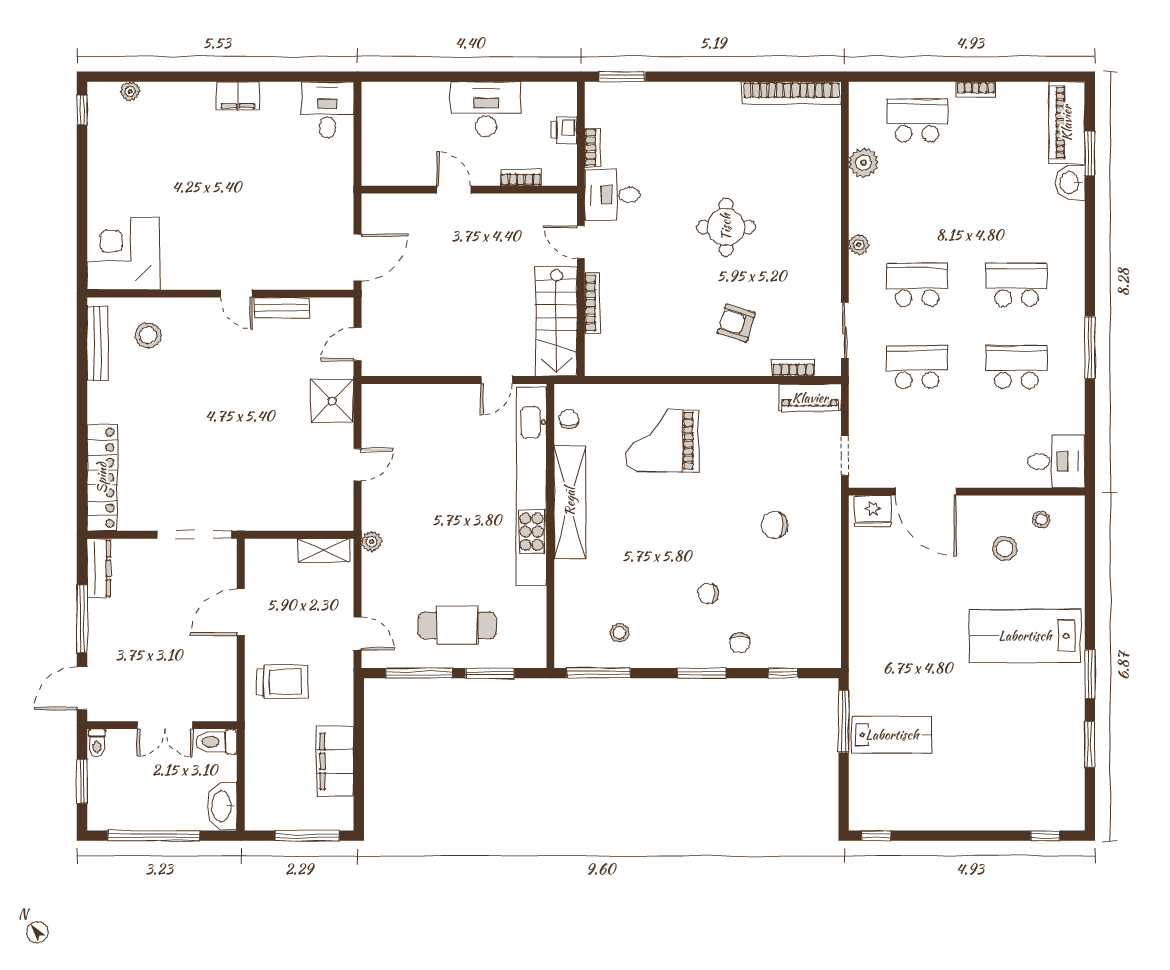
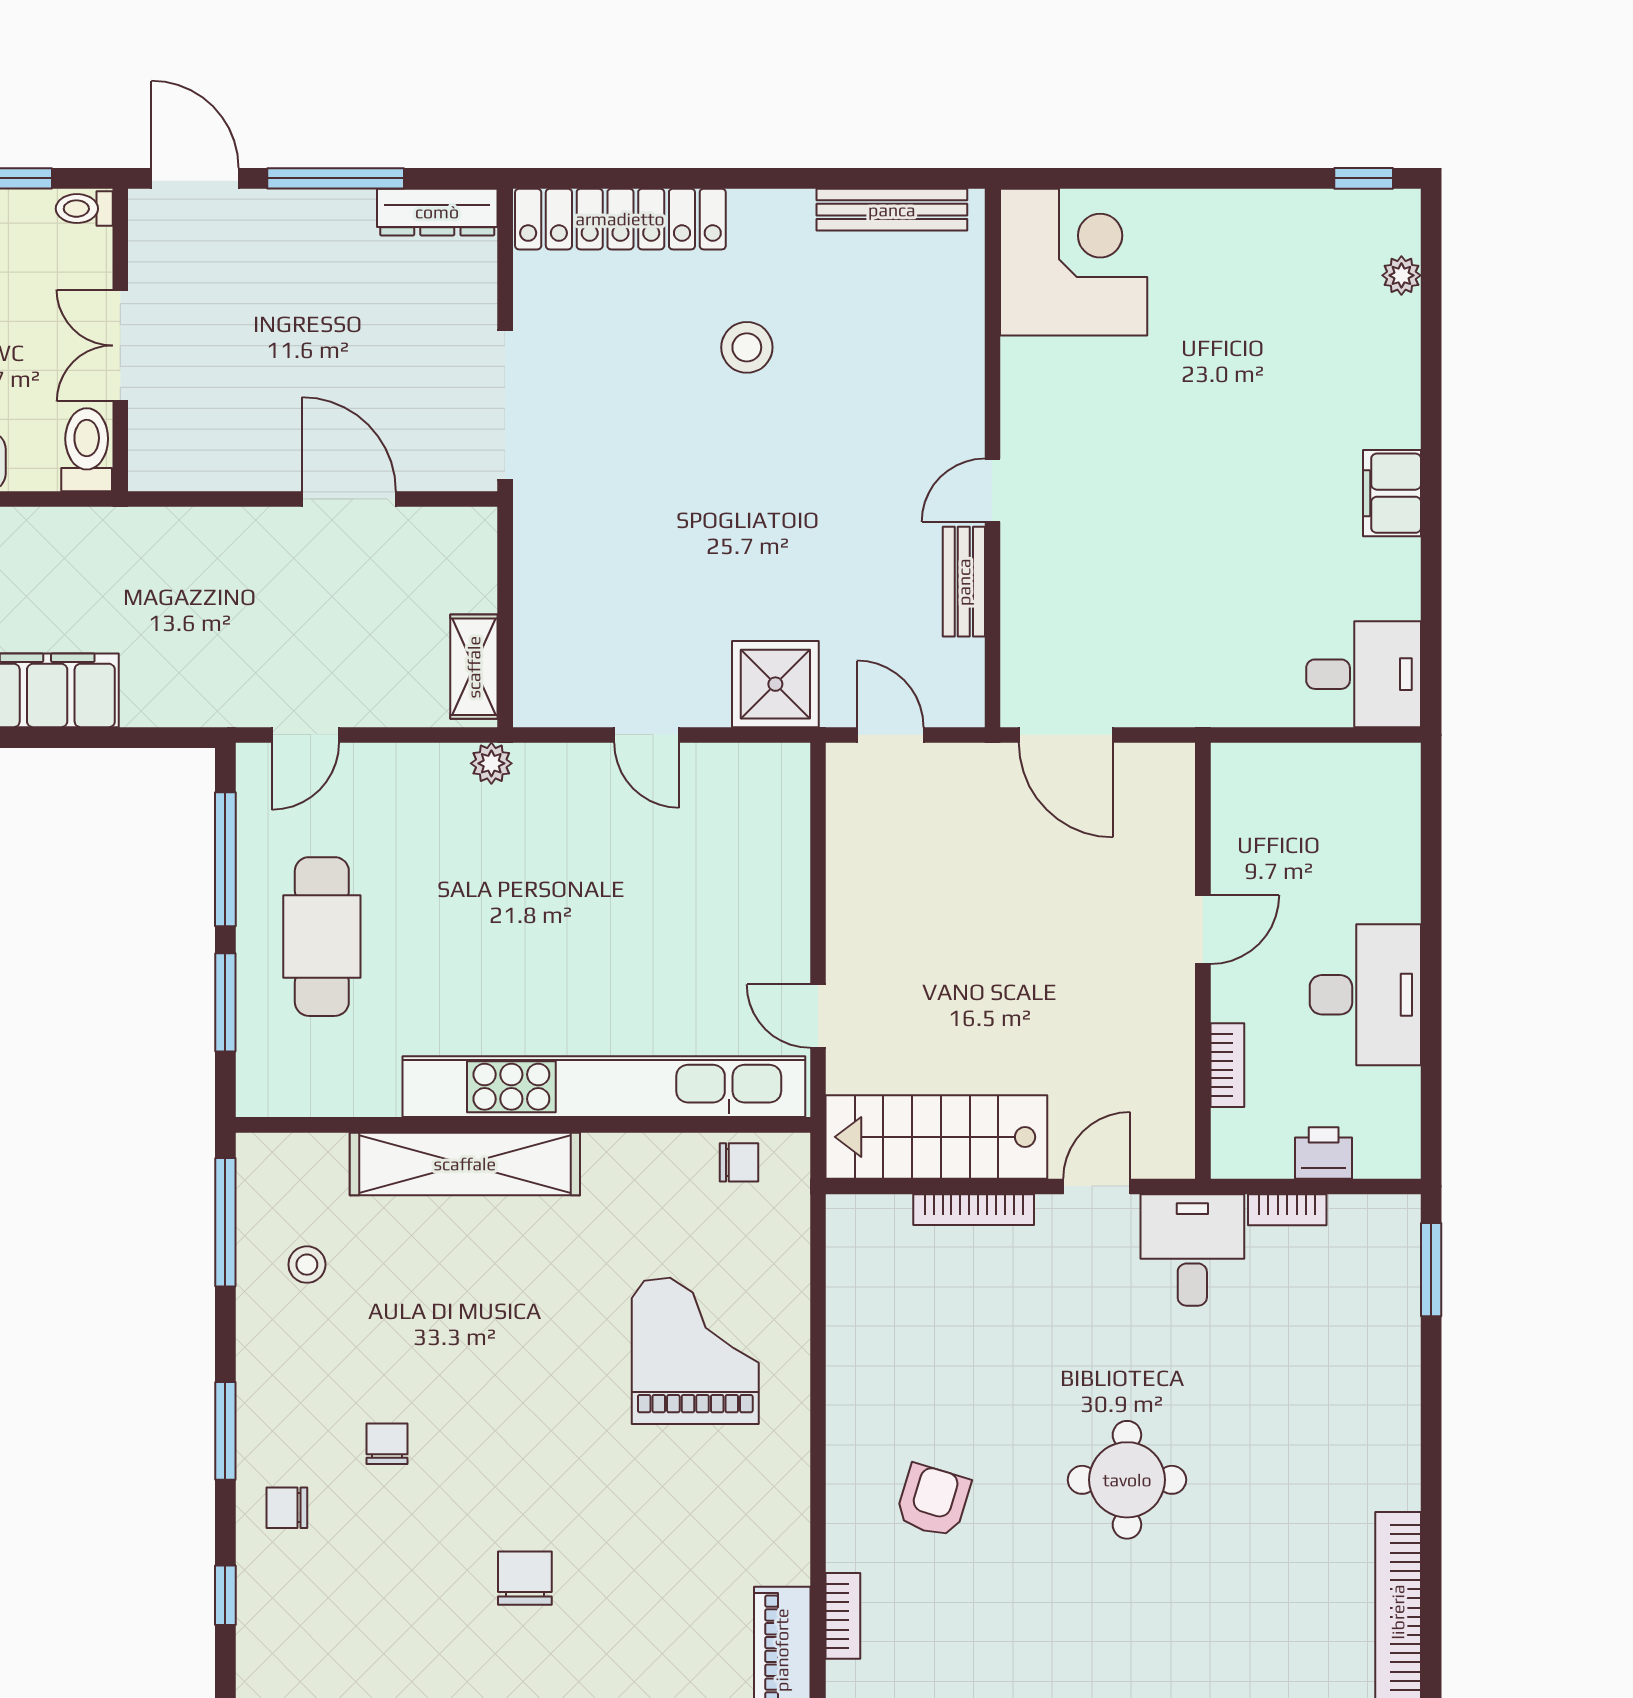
stool: (148, 335) -> (747, 347), moved
shelving: (570, 502) -> (465, 1164), moved
trolley: (282, 682) -> (208, 582), removed

